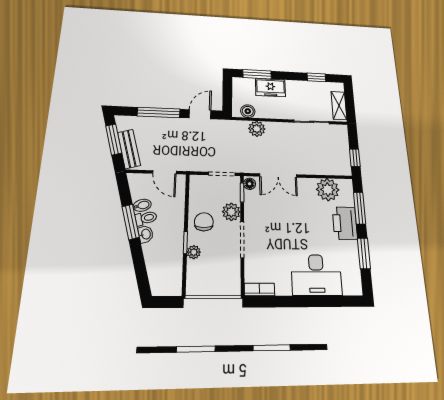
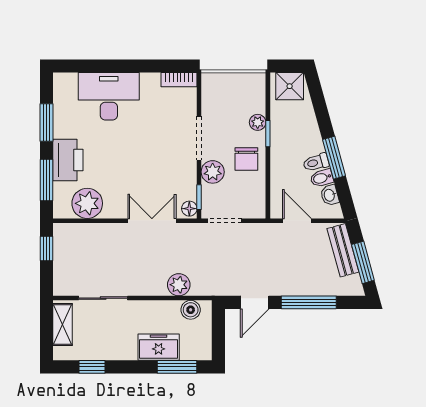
washbasin: (146, 234) -> (330, 195), moved
shower: (165, 284) -> (290, 86), added

